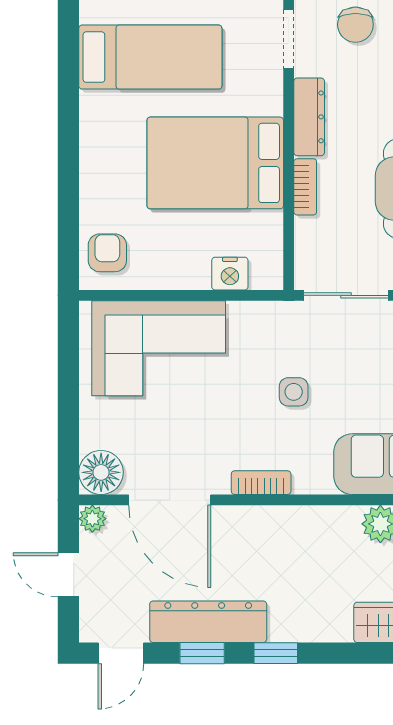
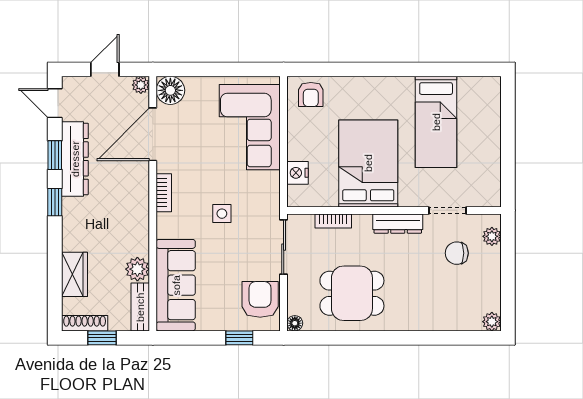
bookcase: (305, 187) -> (333, 221), moved
armchair: (107, 253) -> (311, 94), turned 90

